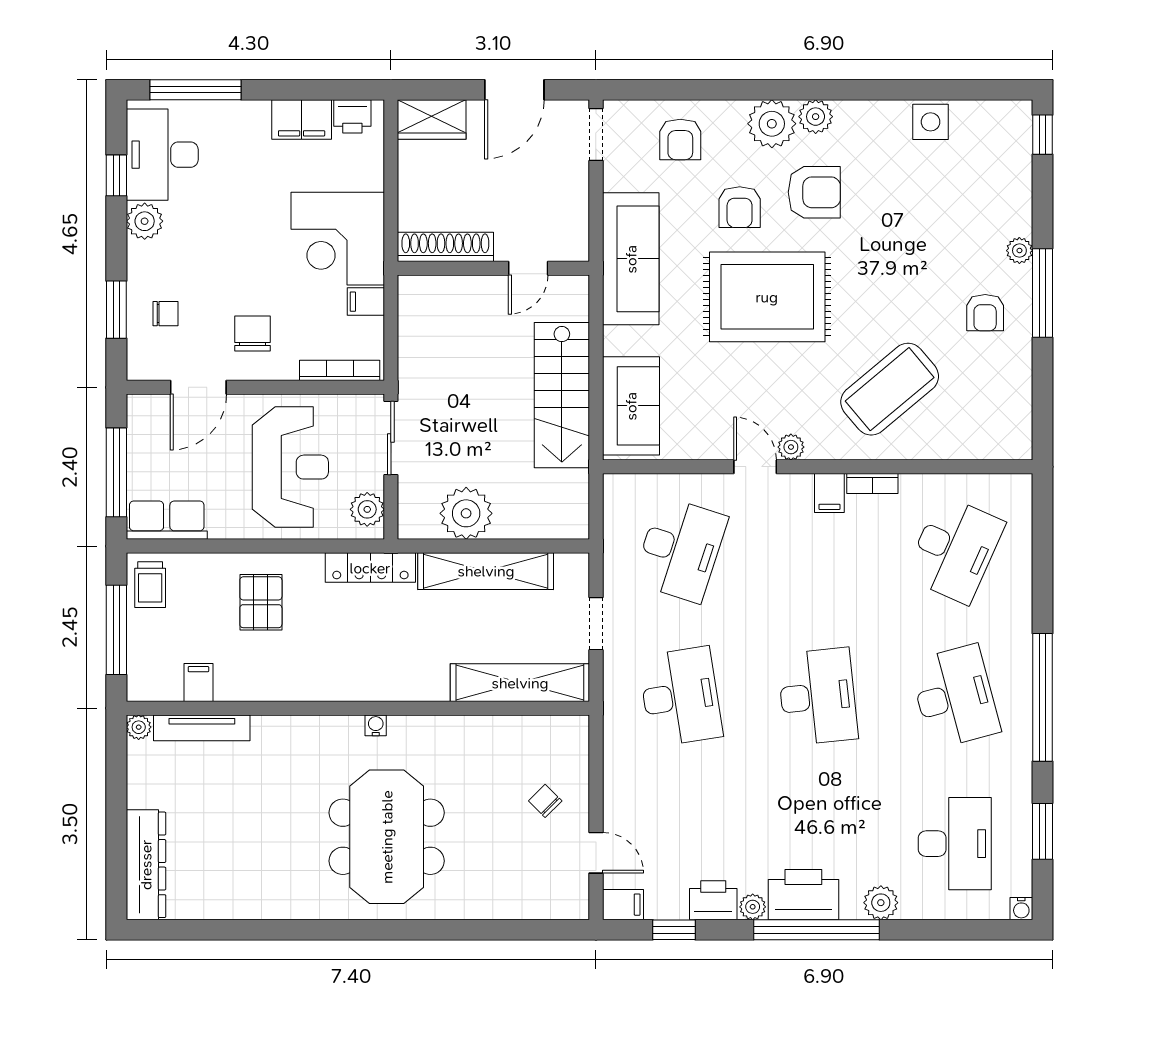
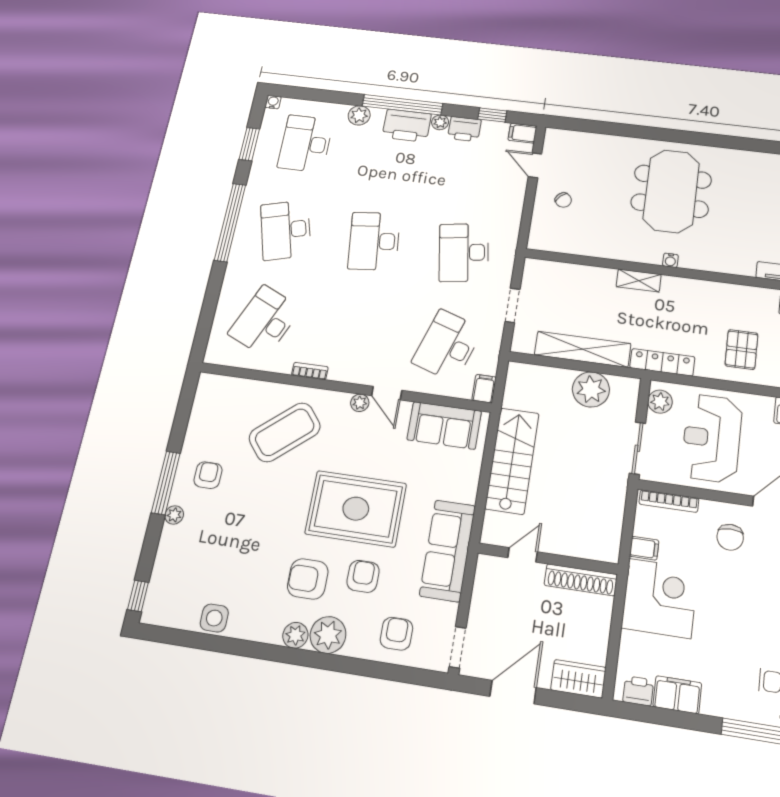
sofa: (631, 406) -> (444, 425), moved, turned -90
filing cabinet: (829, 493) -> (484, 389), moved
shelving: (520, 683) -> (639, 281), moved, width x0.45, depth x0.75

